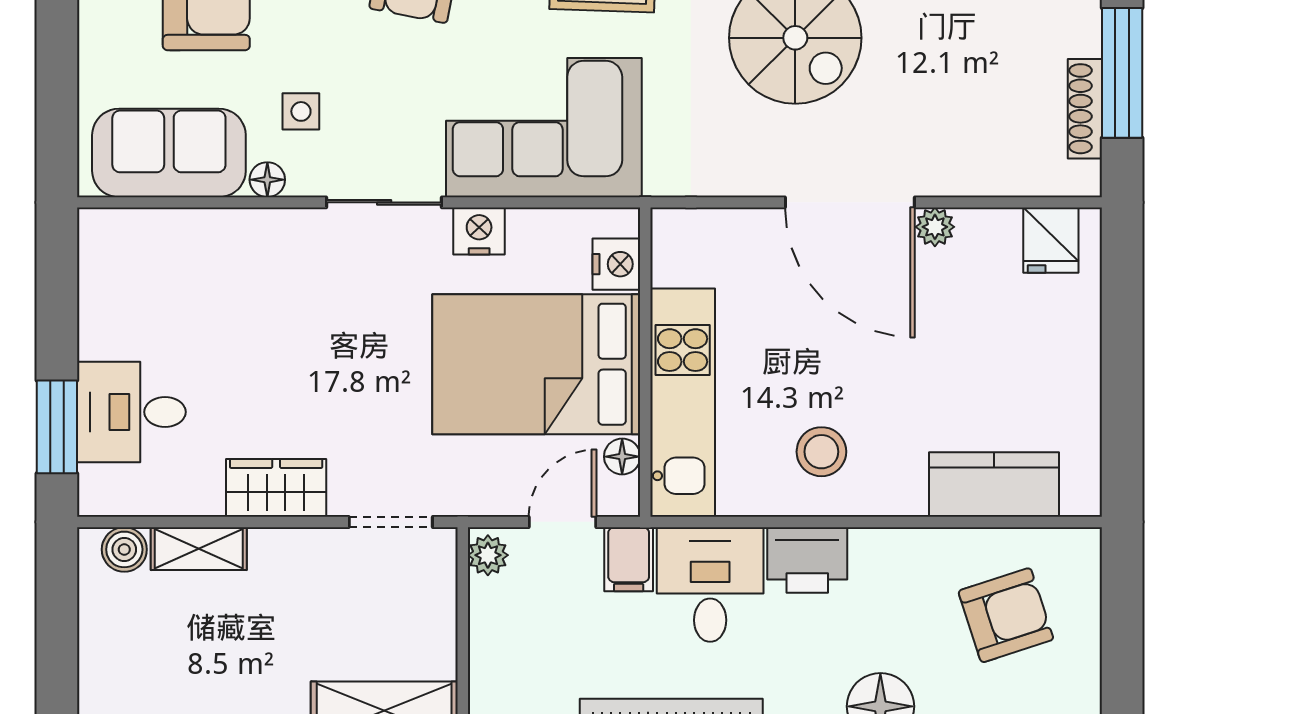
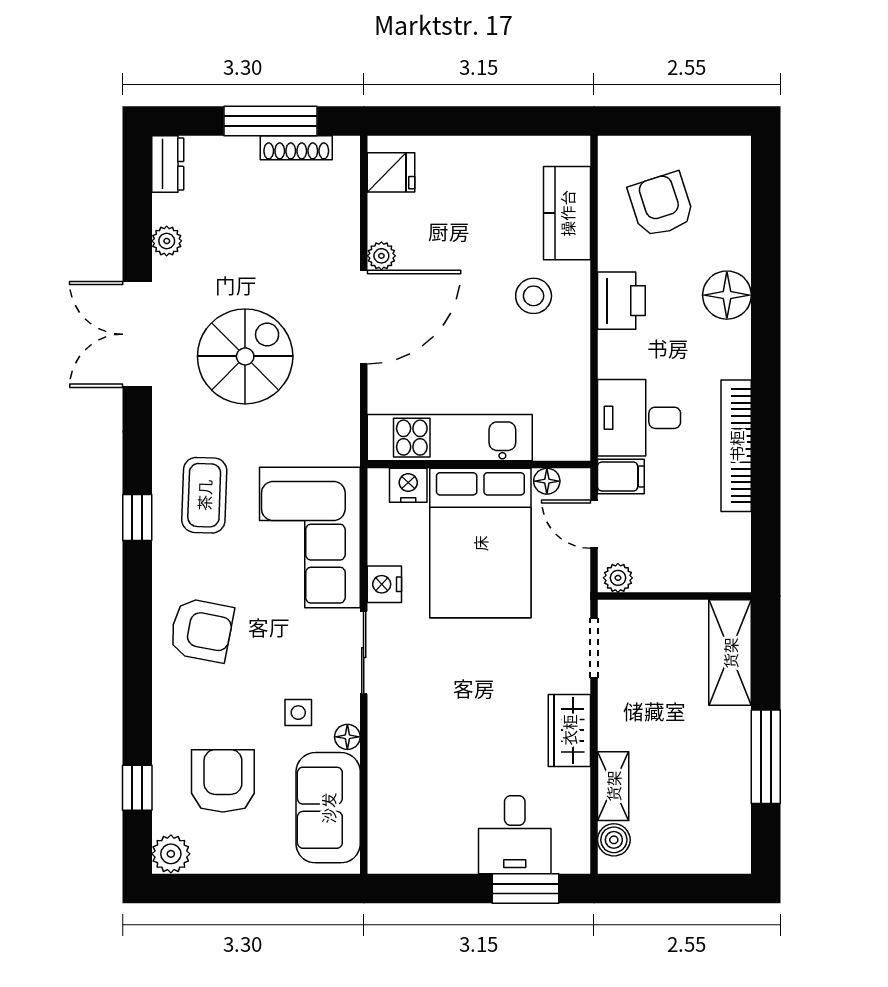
kitchen unit: (683, 403) -> (450, 438), moved
stool: (821, 452) -> (534, 296), moved
printer: (807, 560) -> (621, 301), moved

